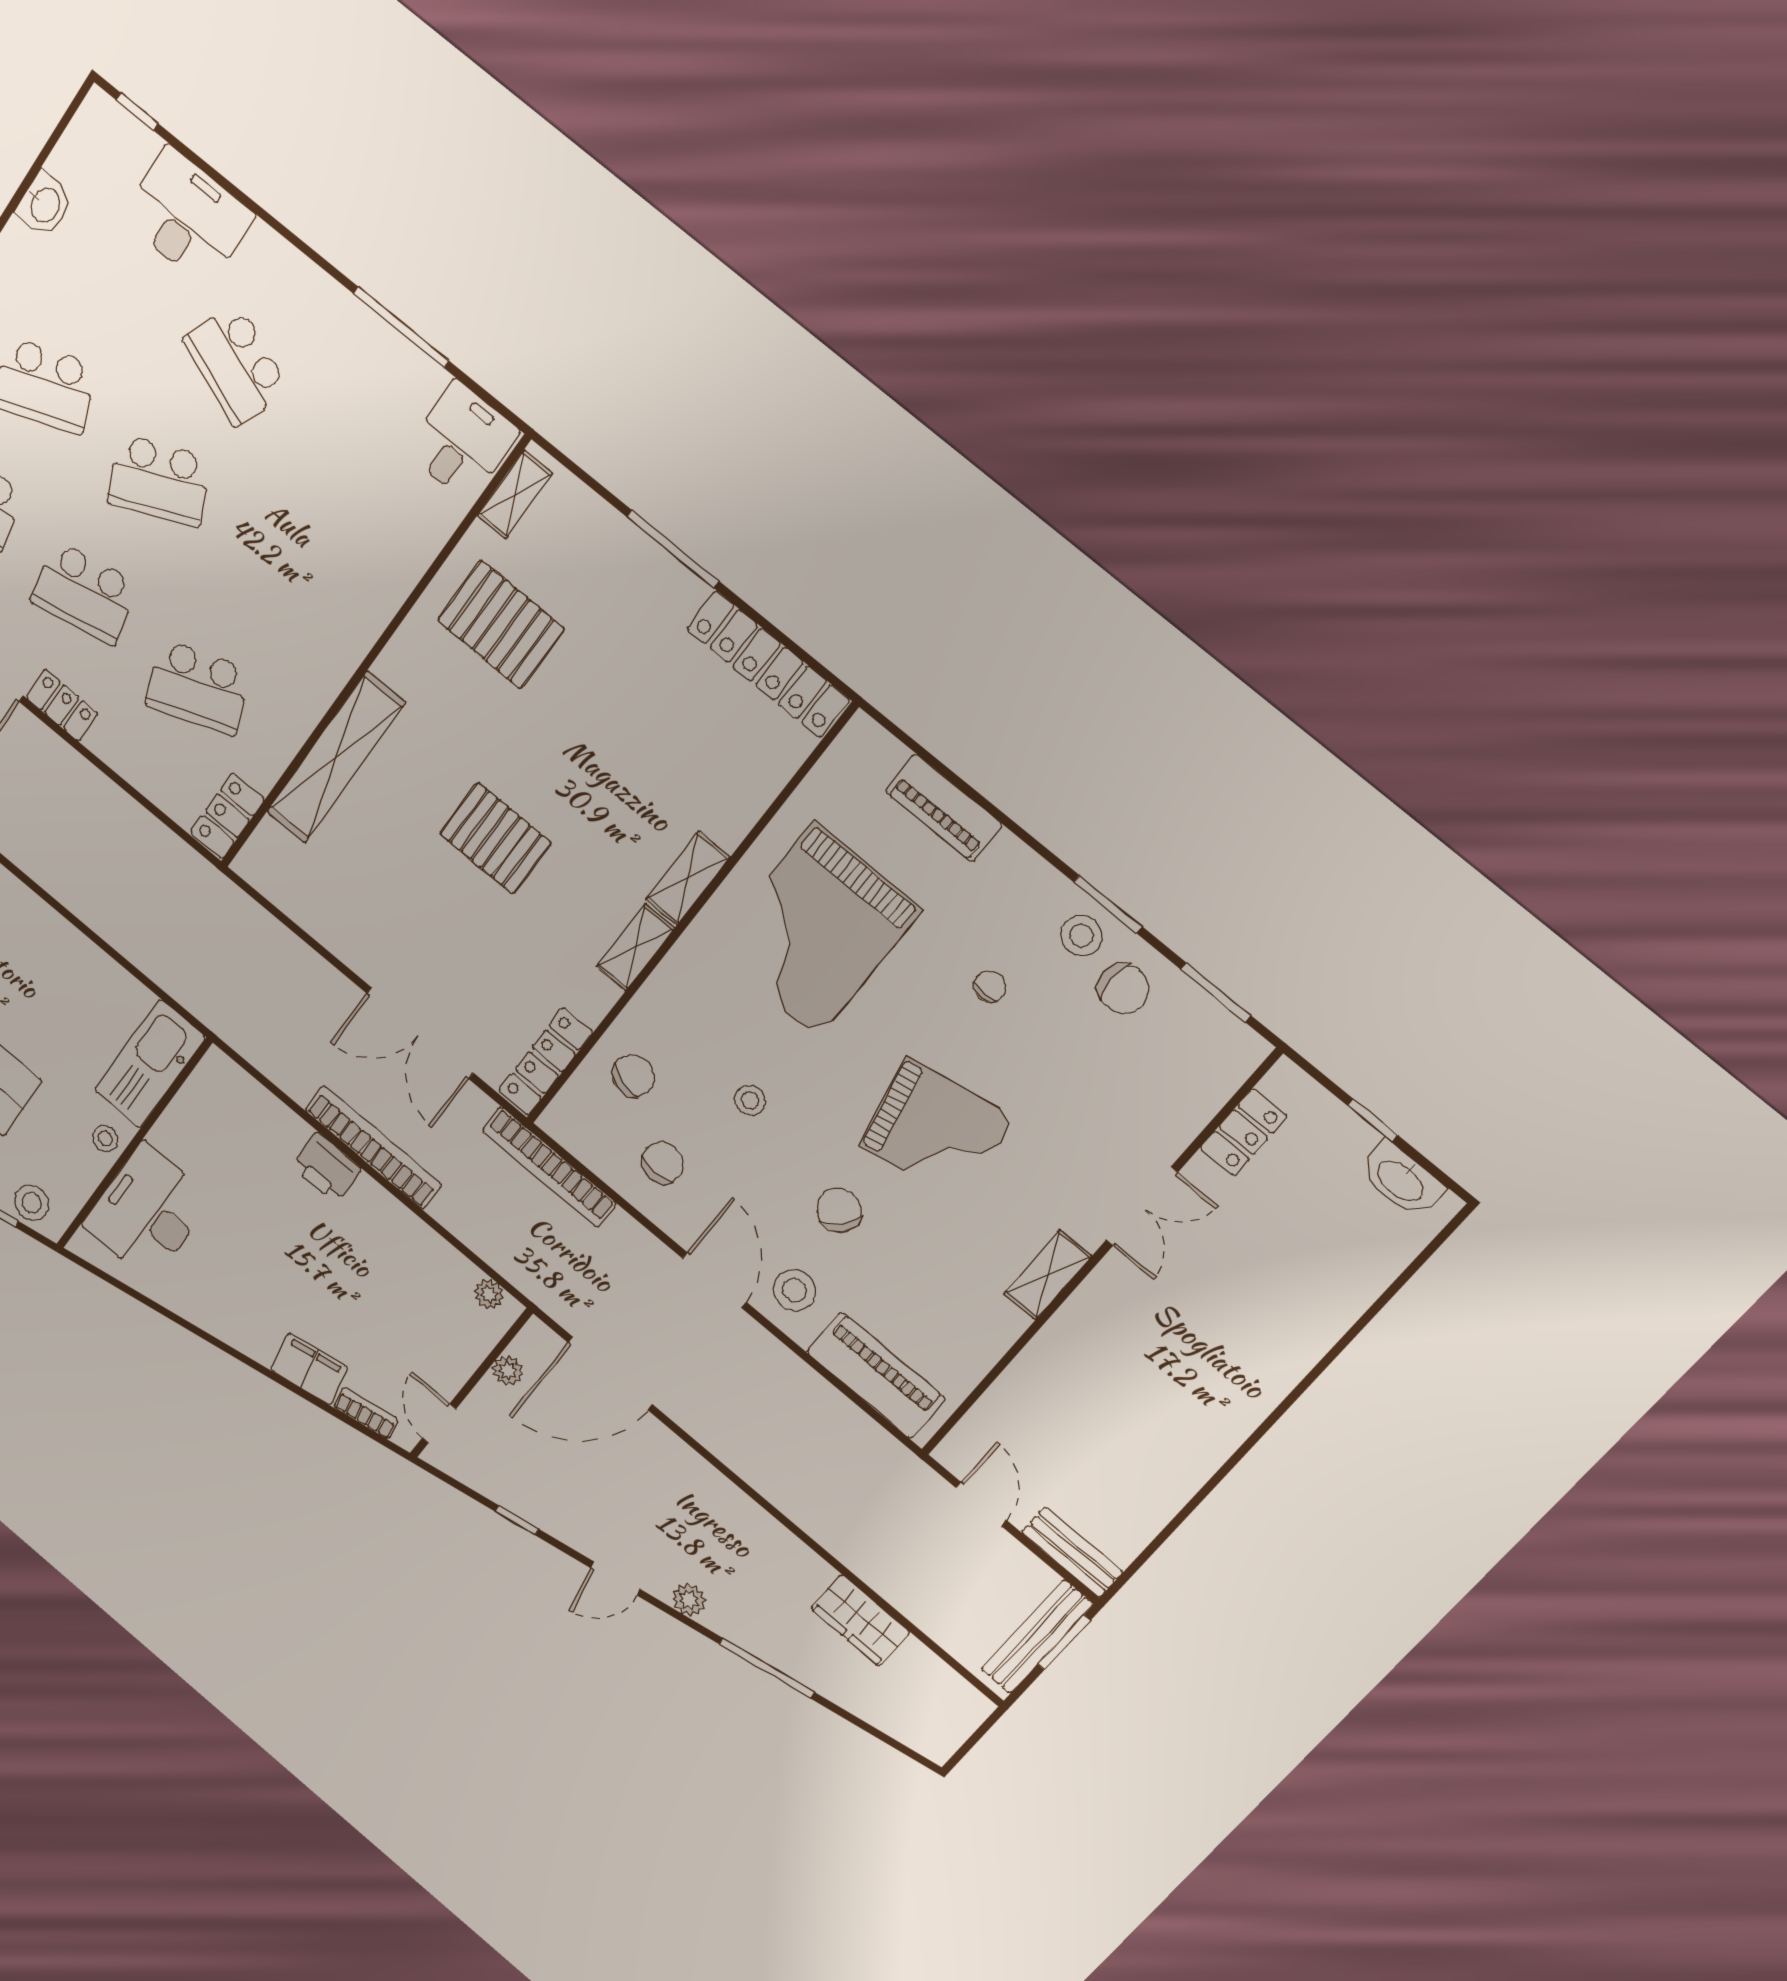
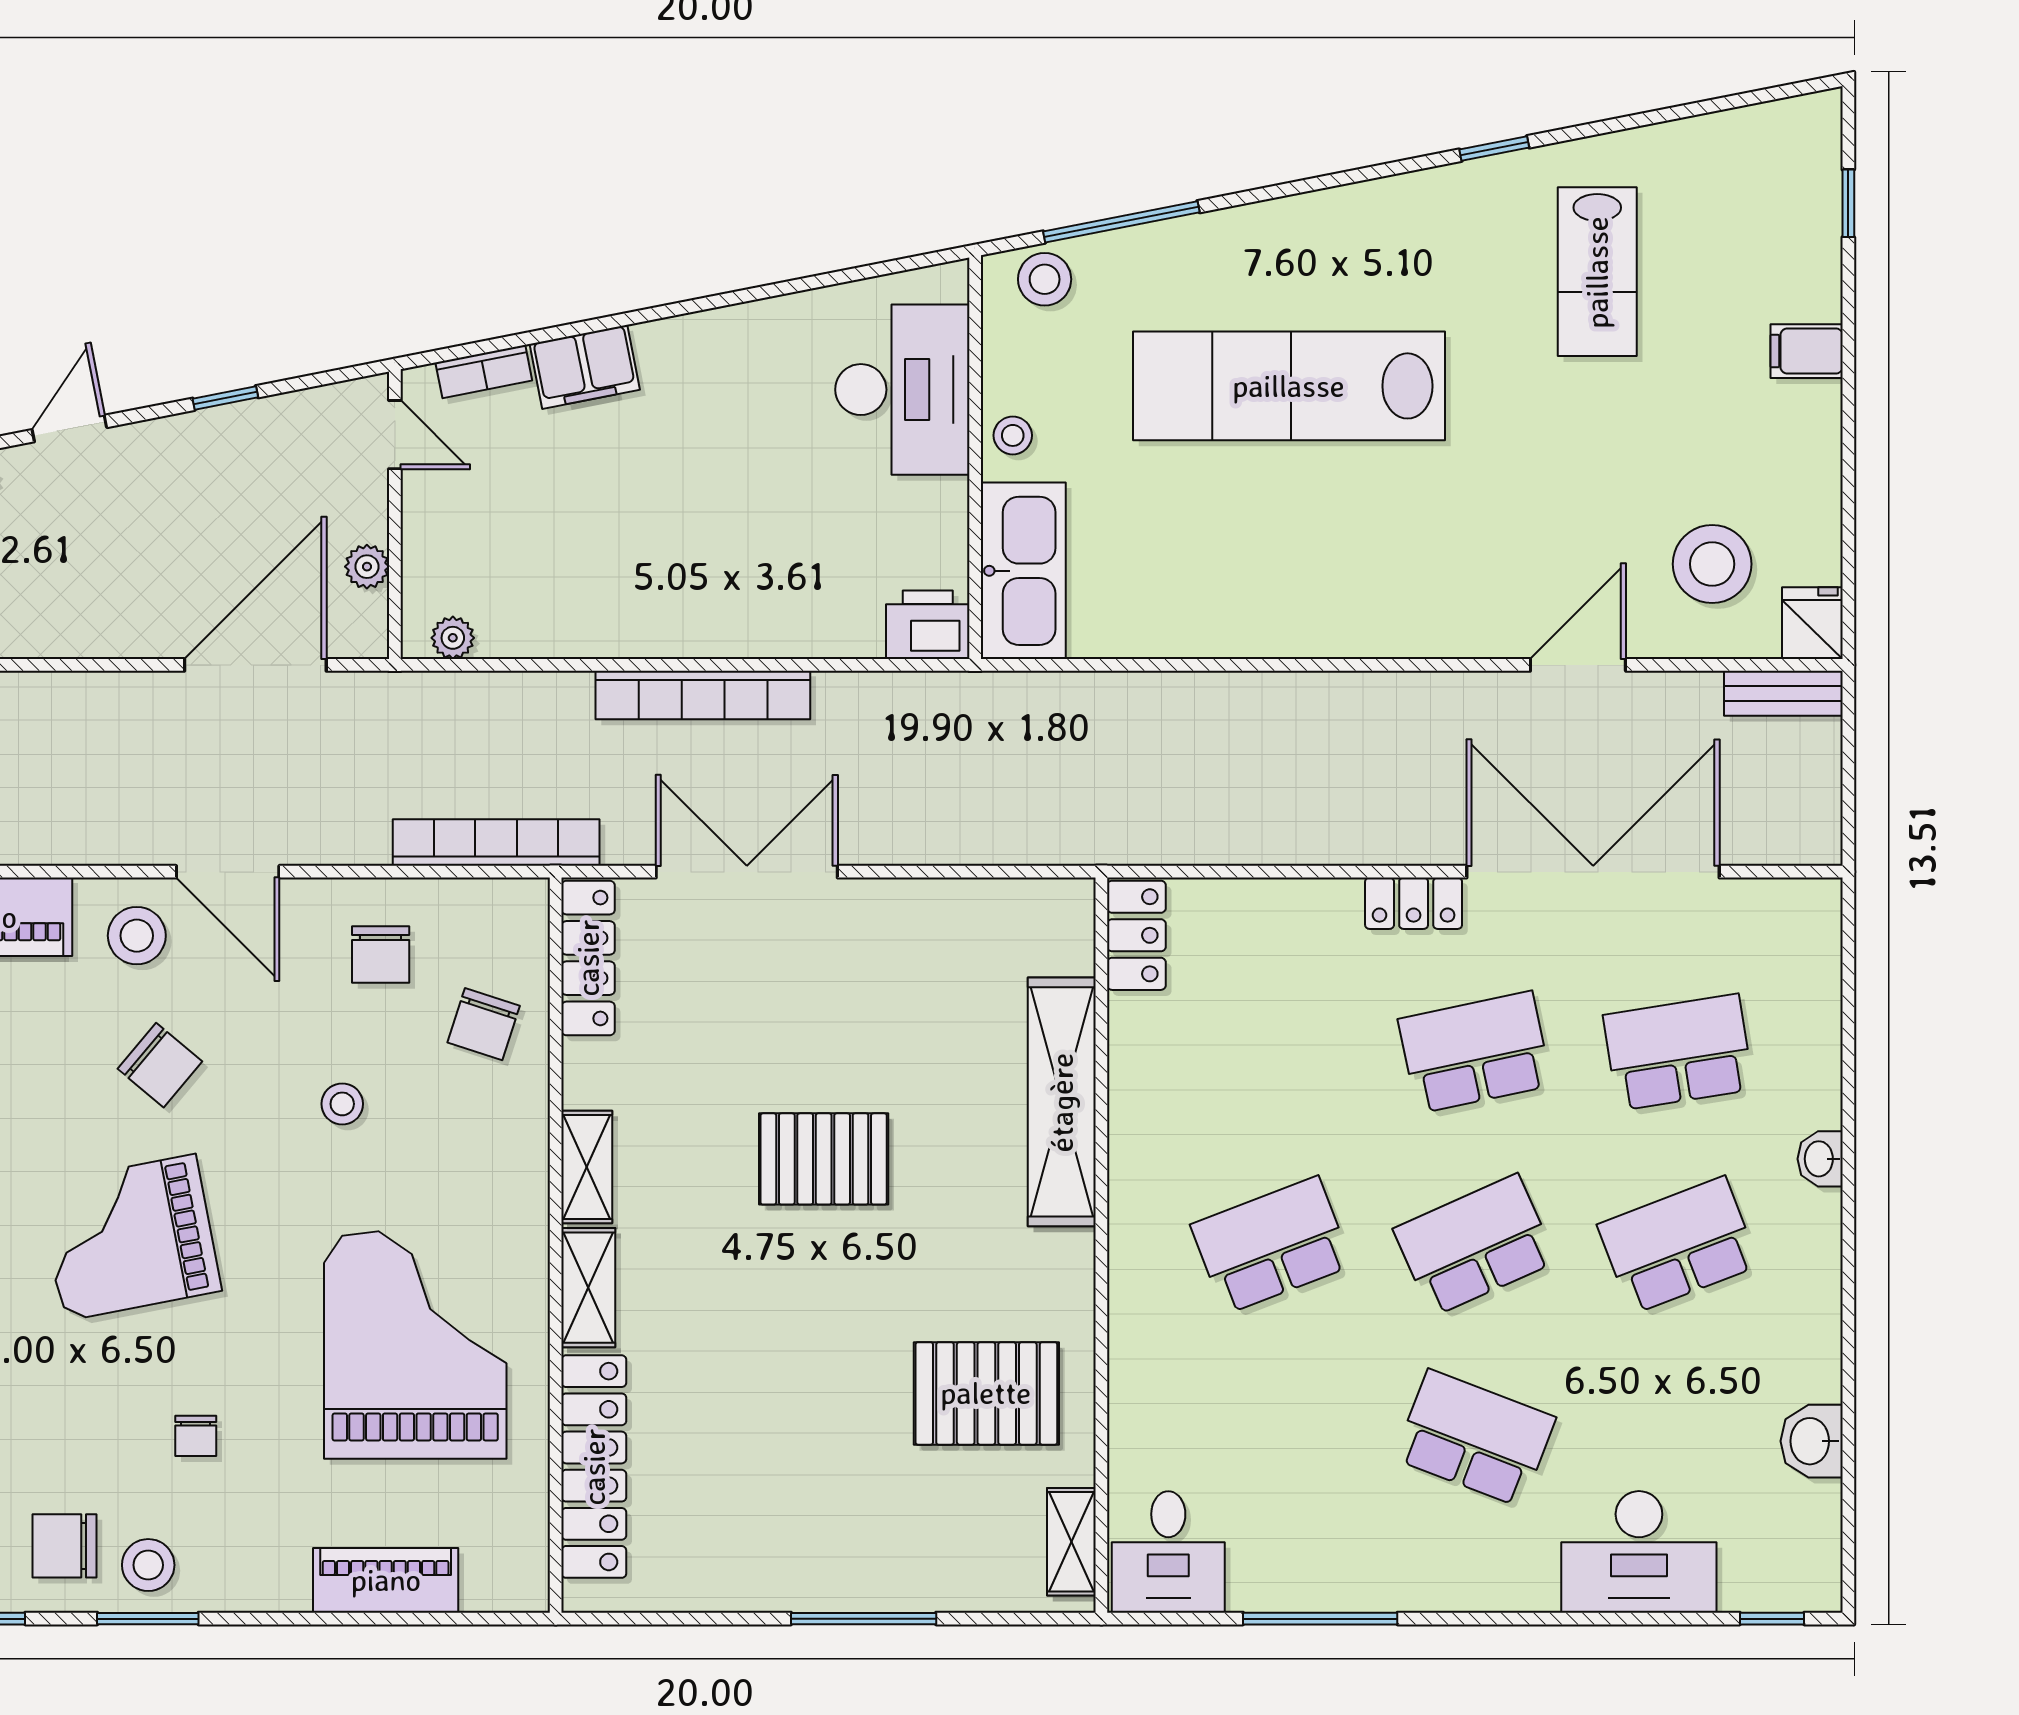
locker: (768, 664) -> (594, 1467), moved, turned 90
school desk: (198, 687) -> (1271, 1245), moved
printer: (326, 1168) -> (928, 625), moved

